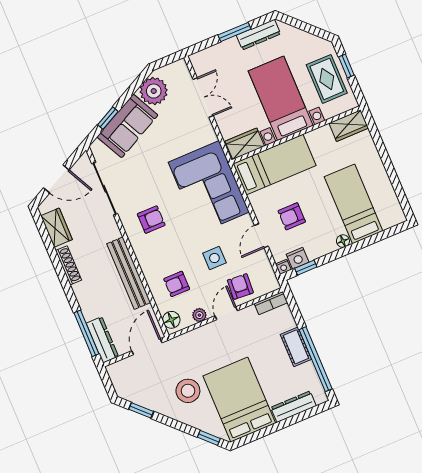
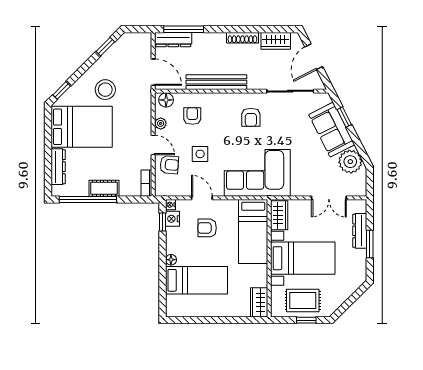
dresser: (258, 35) -> (360, 231), moved
armchair: (292, 216) -> (207, 228), turned -90

